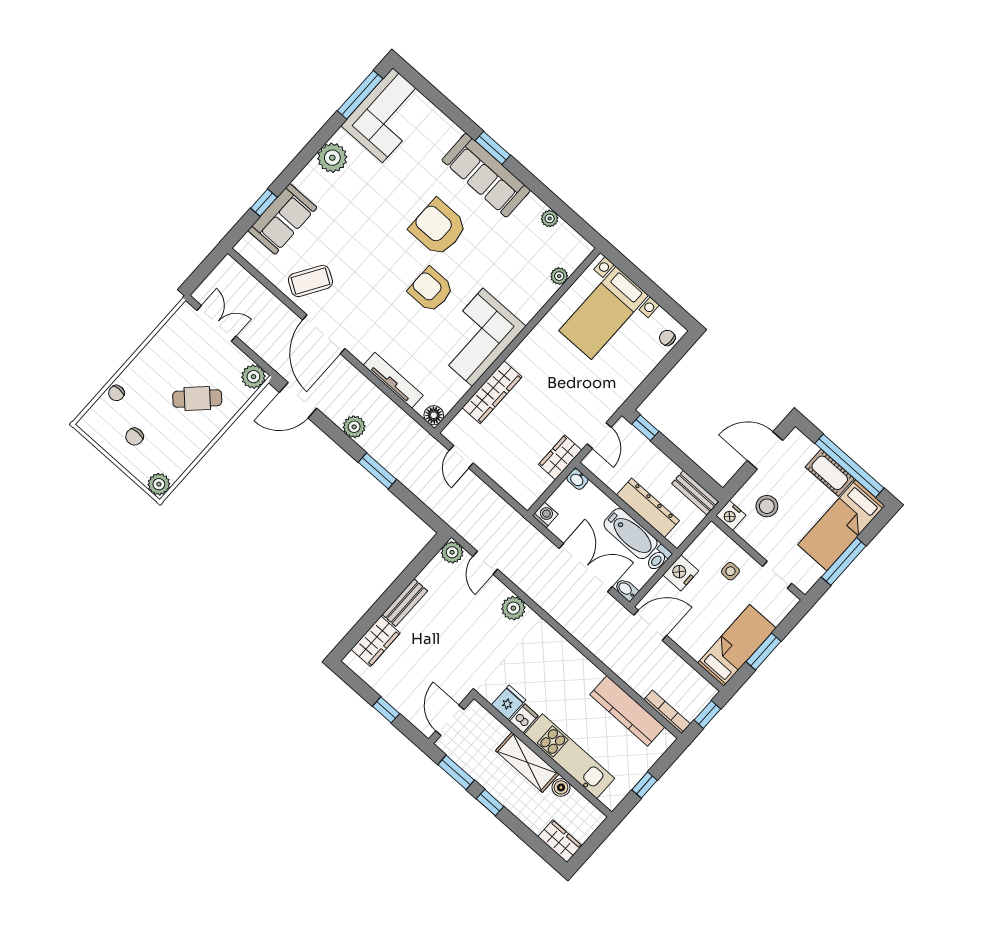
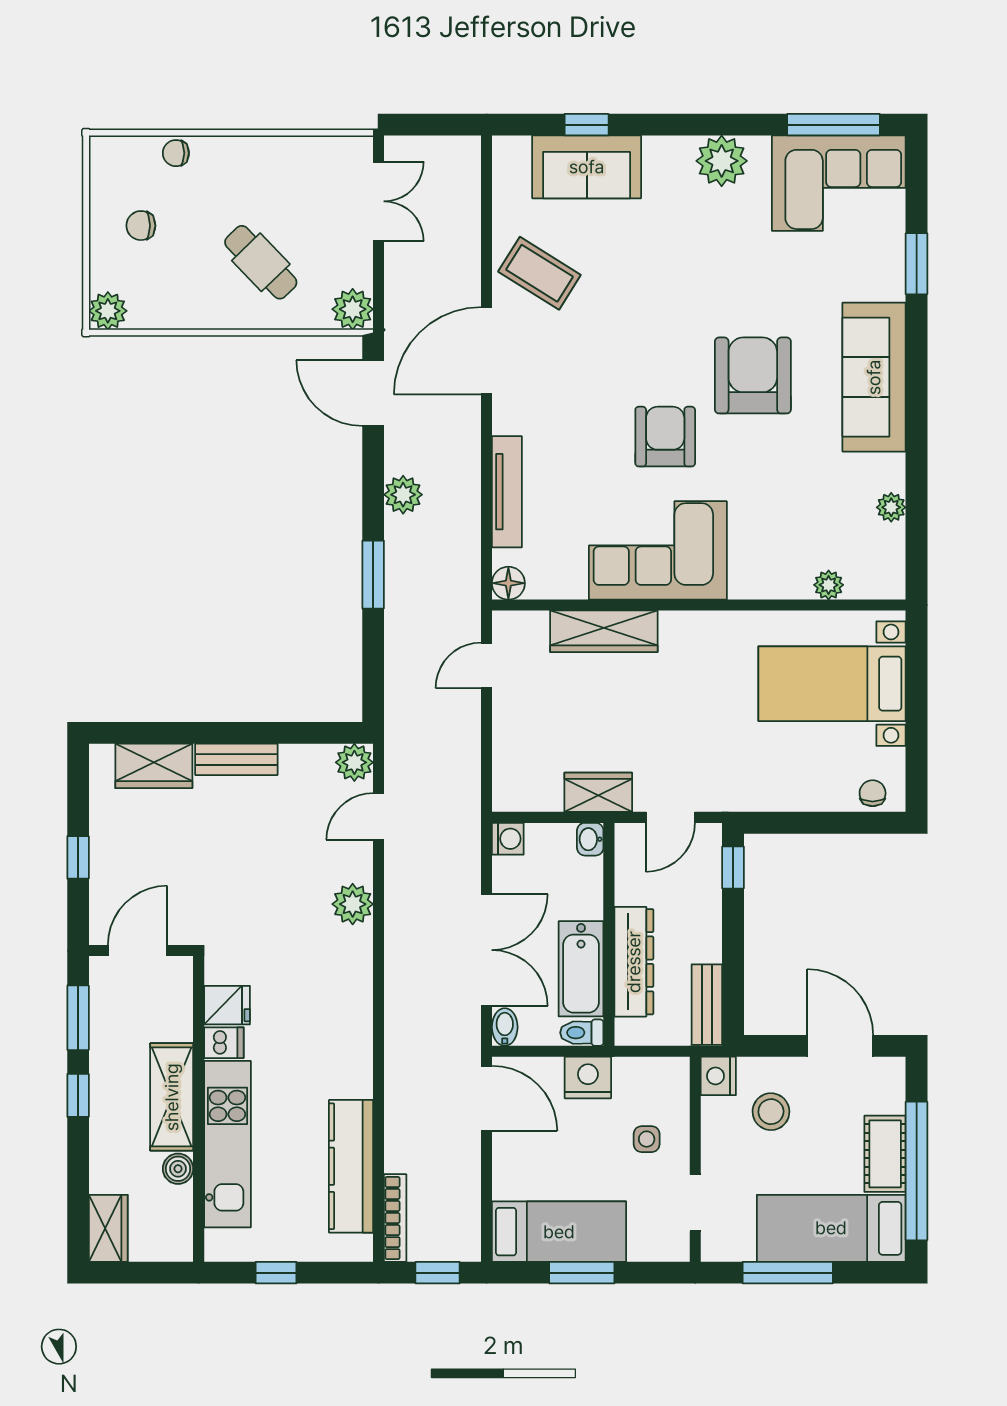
window: (493, 148) -> (917, 264), moved

